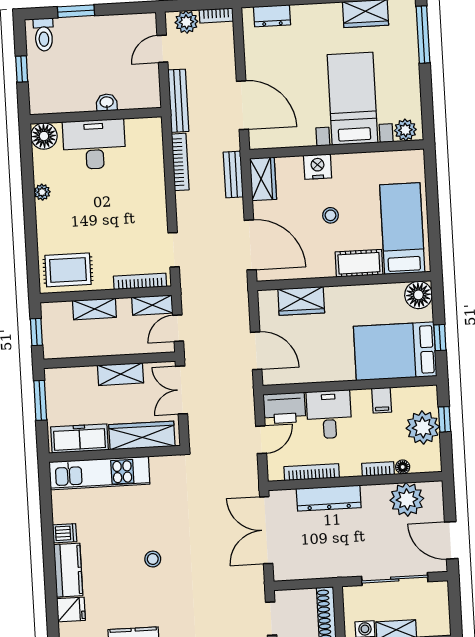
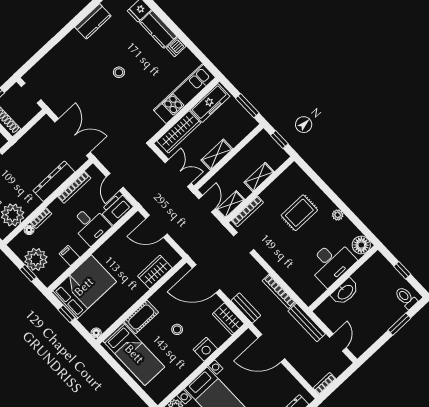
plant: (186, 22) -> (337, 367), removed
washbasin: (107, 103) -> (345, 292), width x1.91, depth x1.45
rug: (68, 270) -> (299, 213), moved
floor lamp: (418, 295) -> (96, 333), width x0.53, depth x0.53

